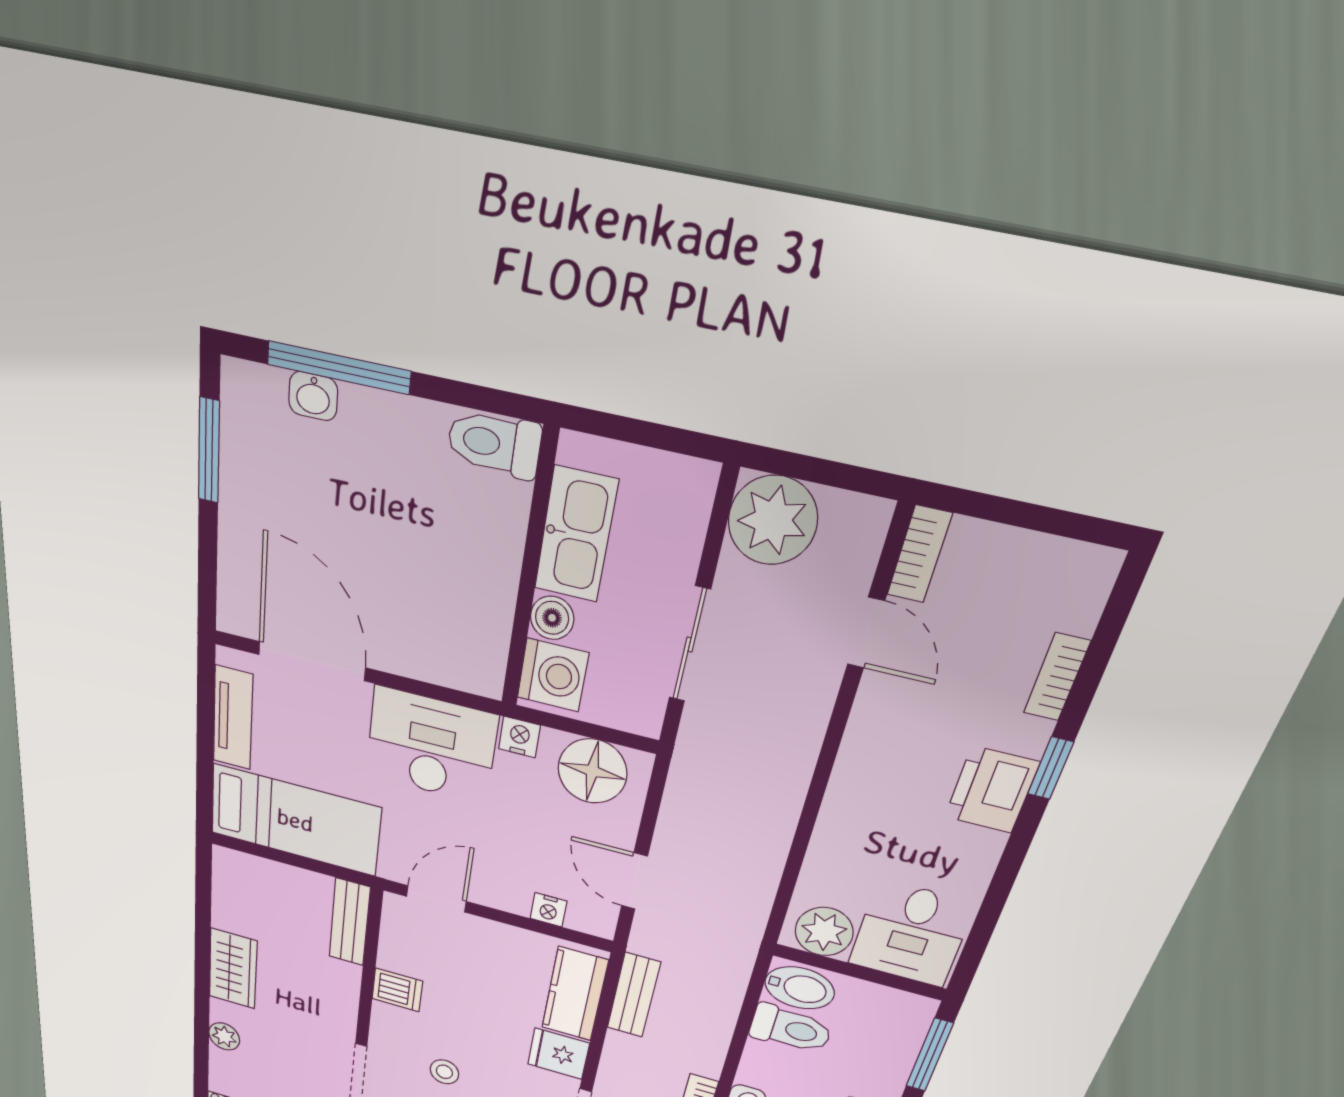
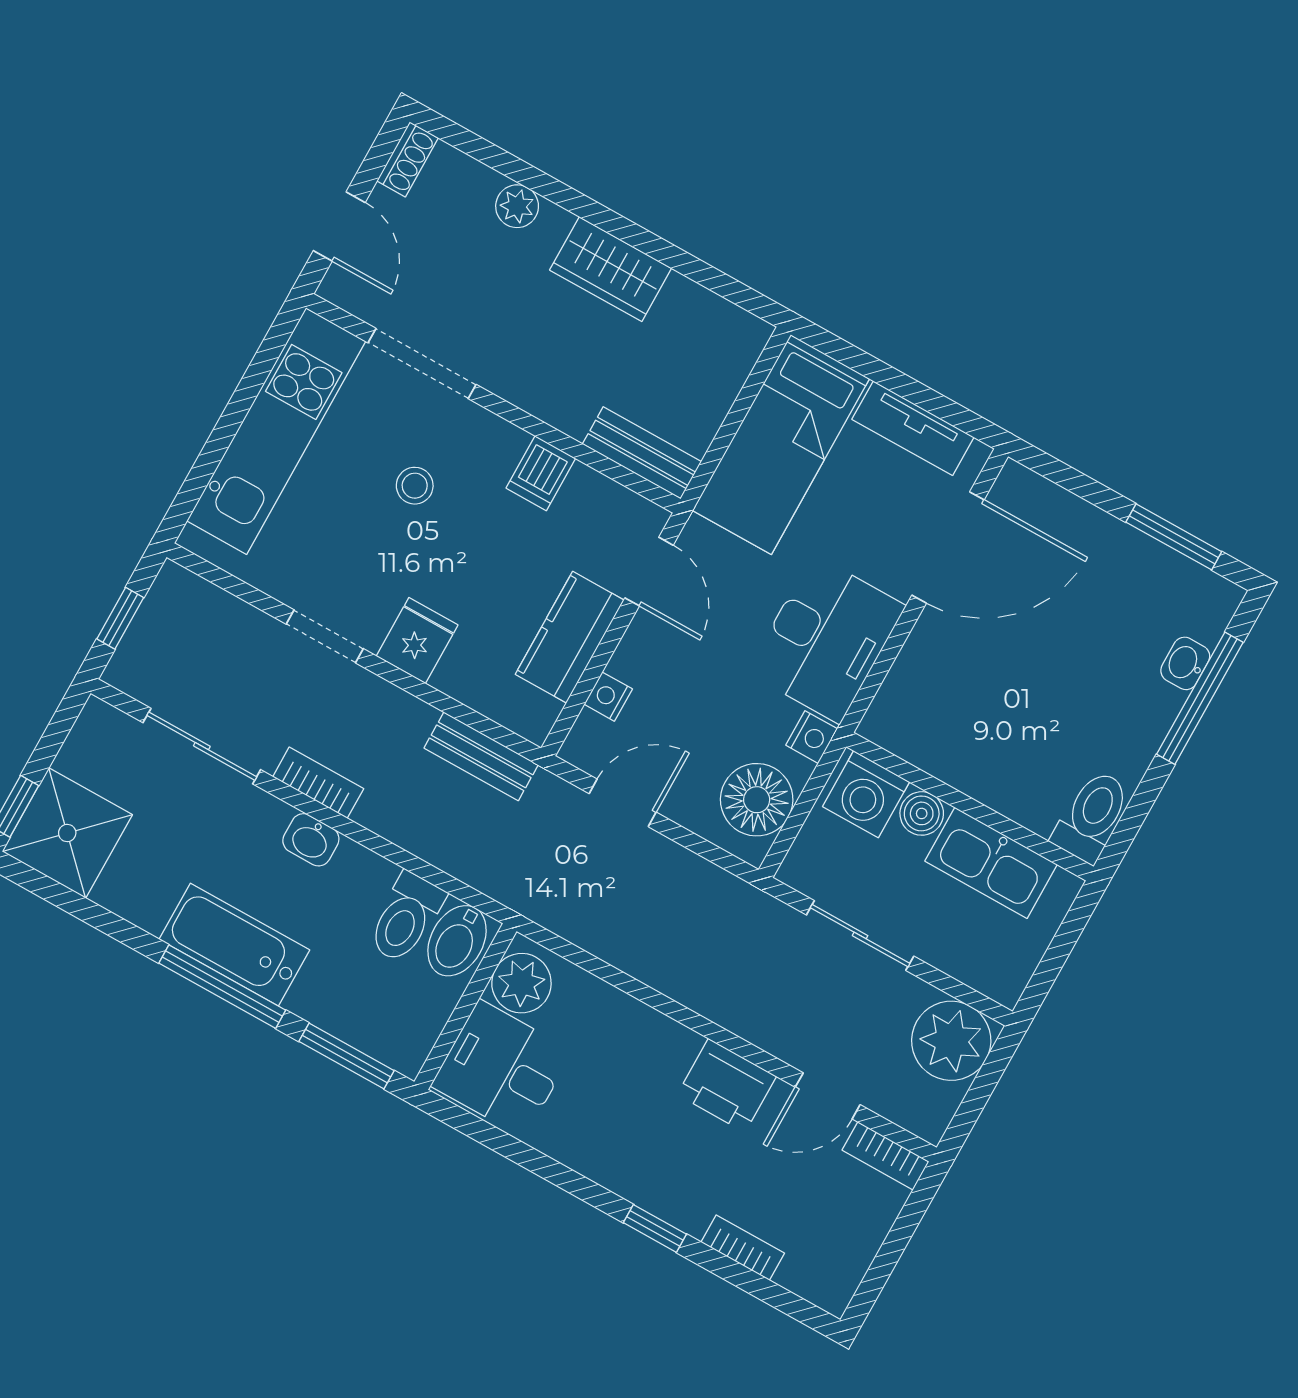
printer: (992, 790) -> (727, 1085), moved, turned 180
kitchen counter: (575, 994) -> (570, 637), moved, turned -90

